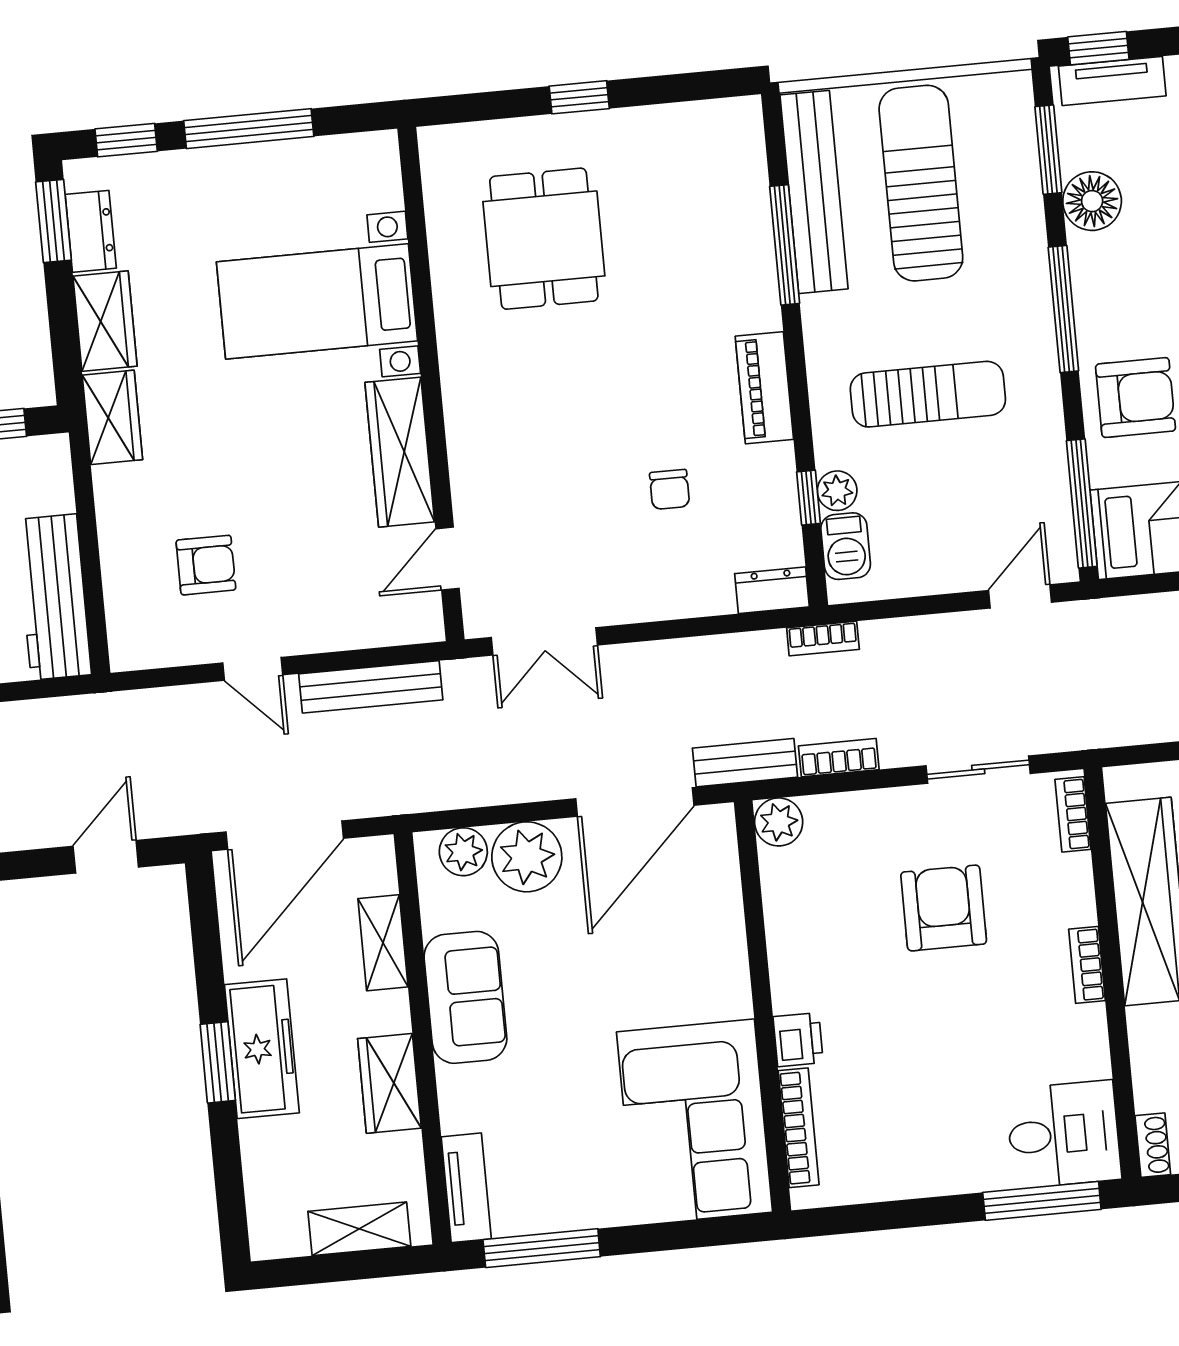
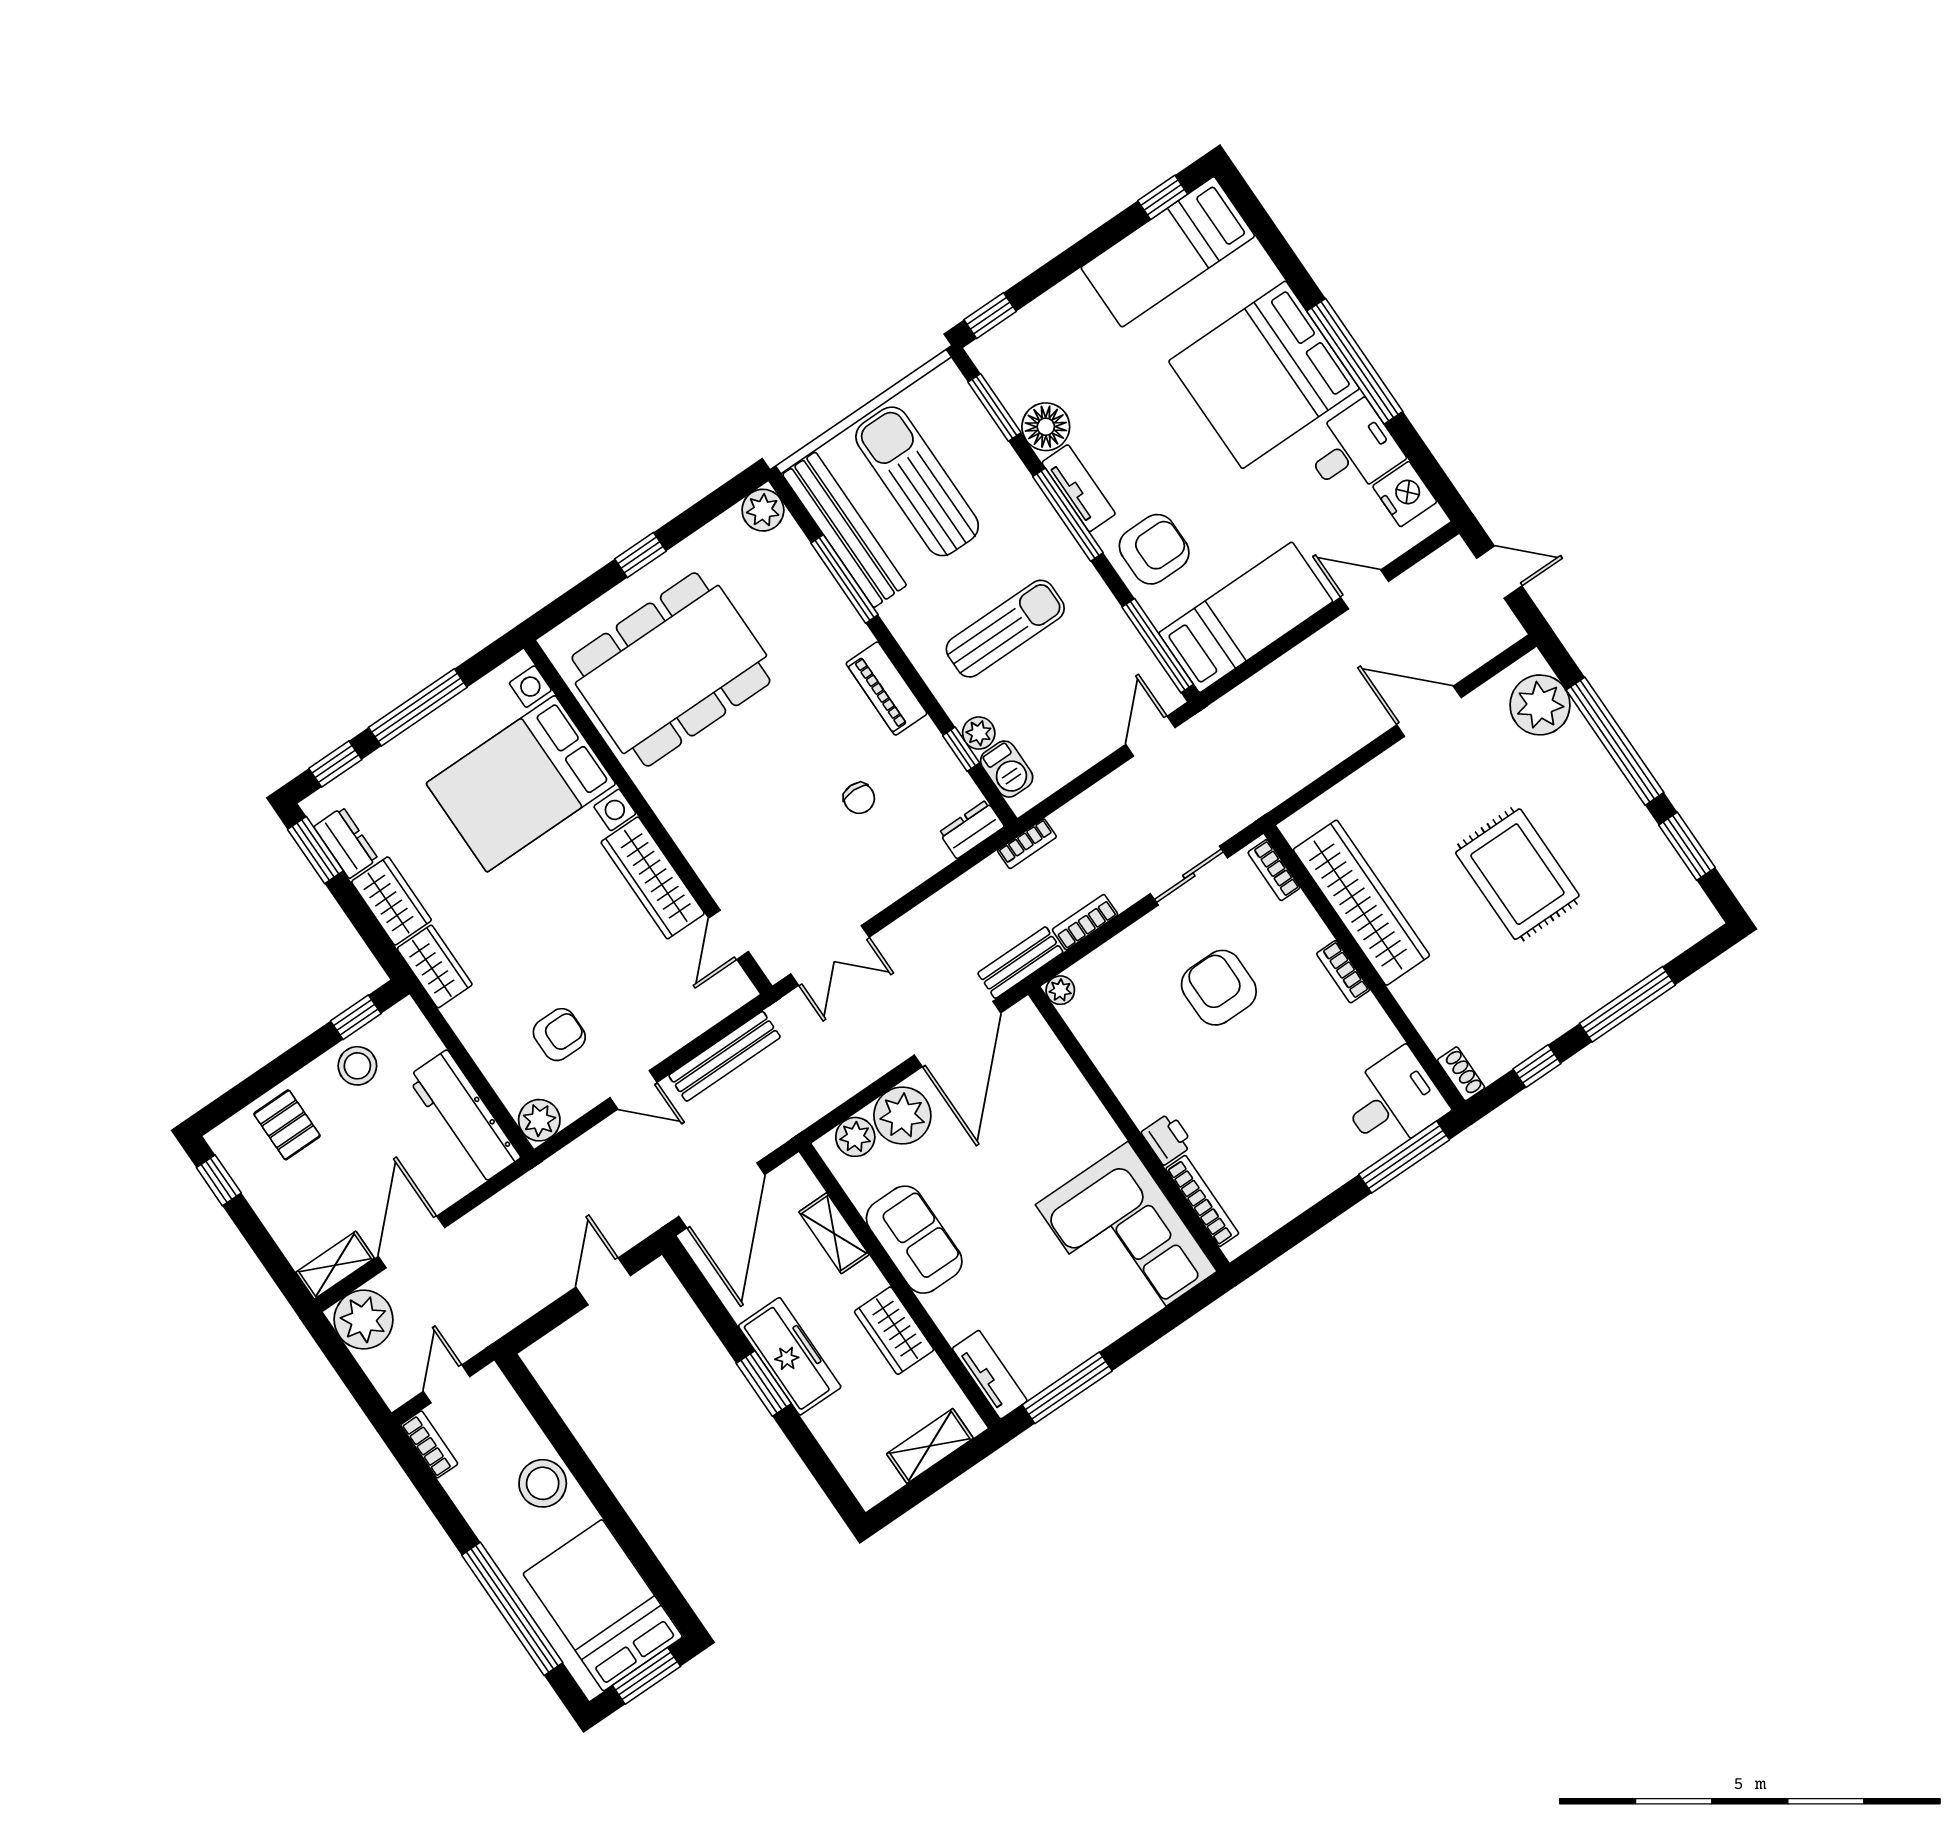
tv unit: (1112, 81) -> (1079, 488), moved, turned -90
plant: (738, 122) -> (763, 510), added
dining table: (544, 239) -> (671, 669), width x1.88, depth x1.24
bed with nightstands: (317, 301) -> (521, 784), width x1.36
plant: (133, 645) -> (539, 1120), added
plant: (779, 822) -> (1060, 990), width x0.73, depth x0.73

